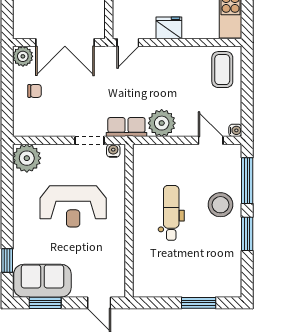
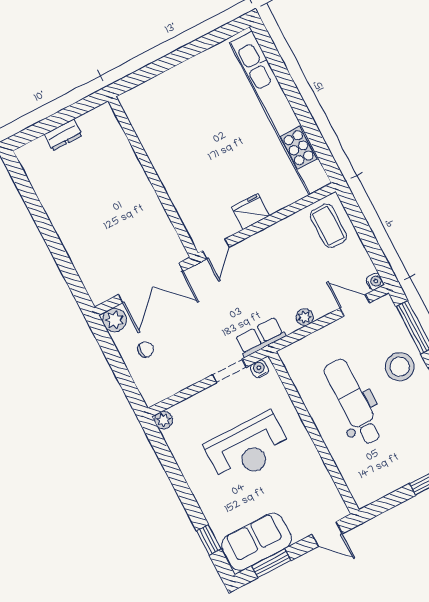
plant: (162, 123) -> (305, 317), width x0.53, depth x0.53
plant: (27, 158) -> (163, 420), width x0.53, depth x0.53
dental chair: (171, 213) -> (353, 402), width x1.36, depth x1.38

